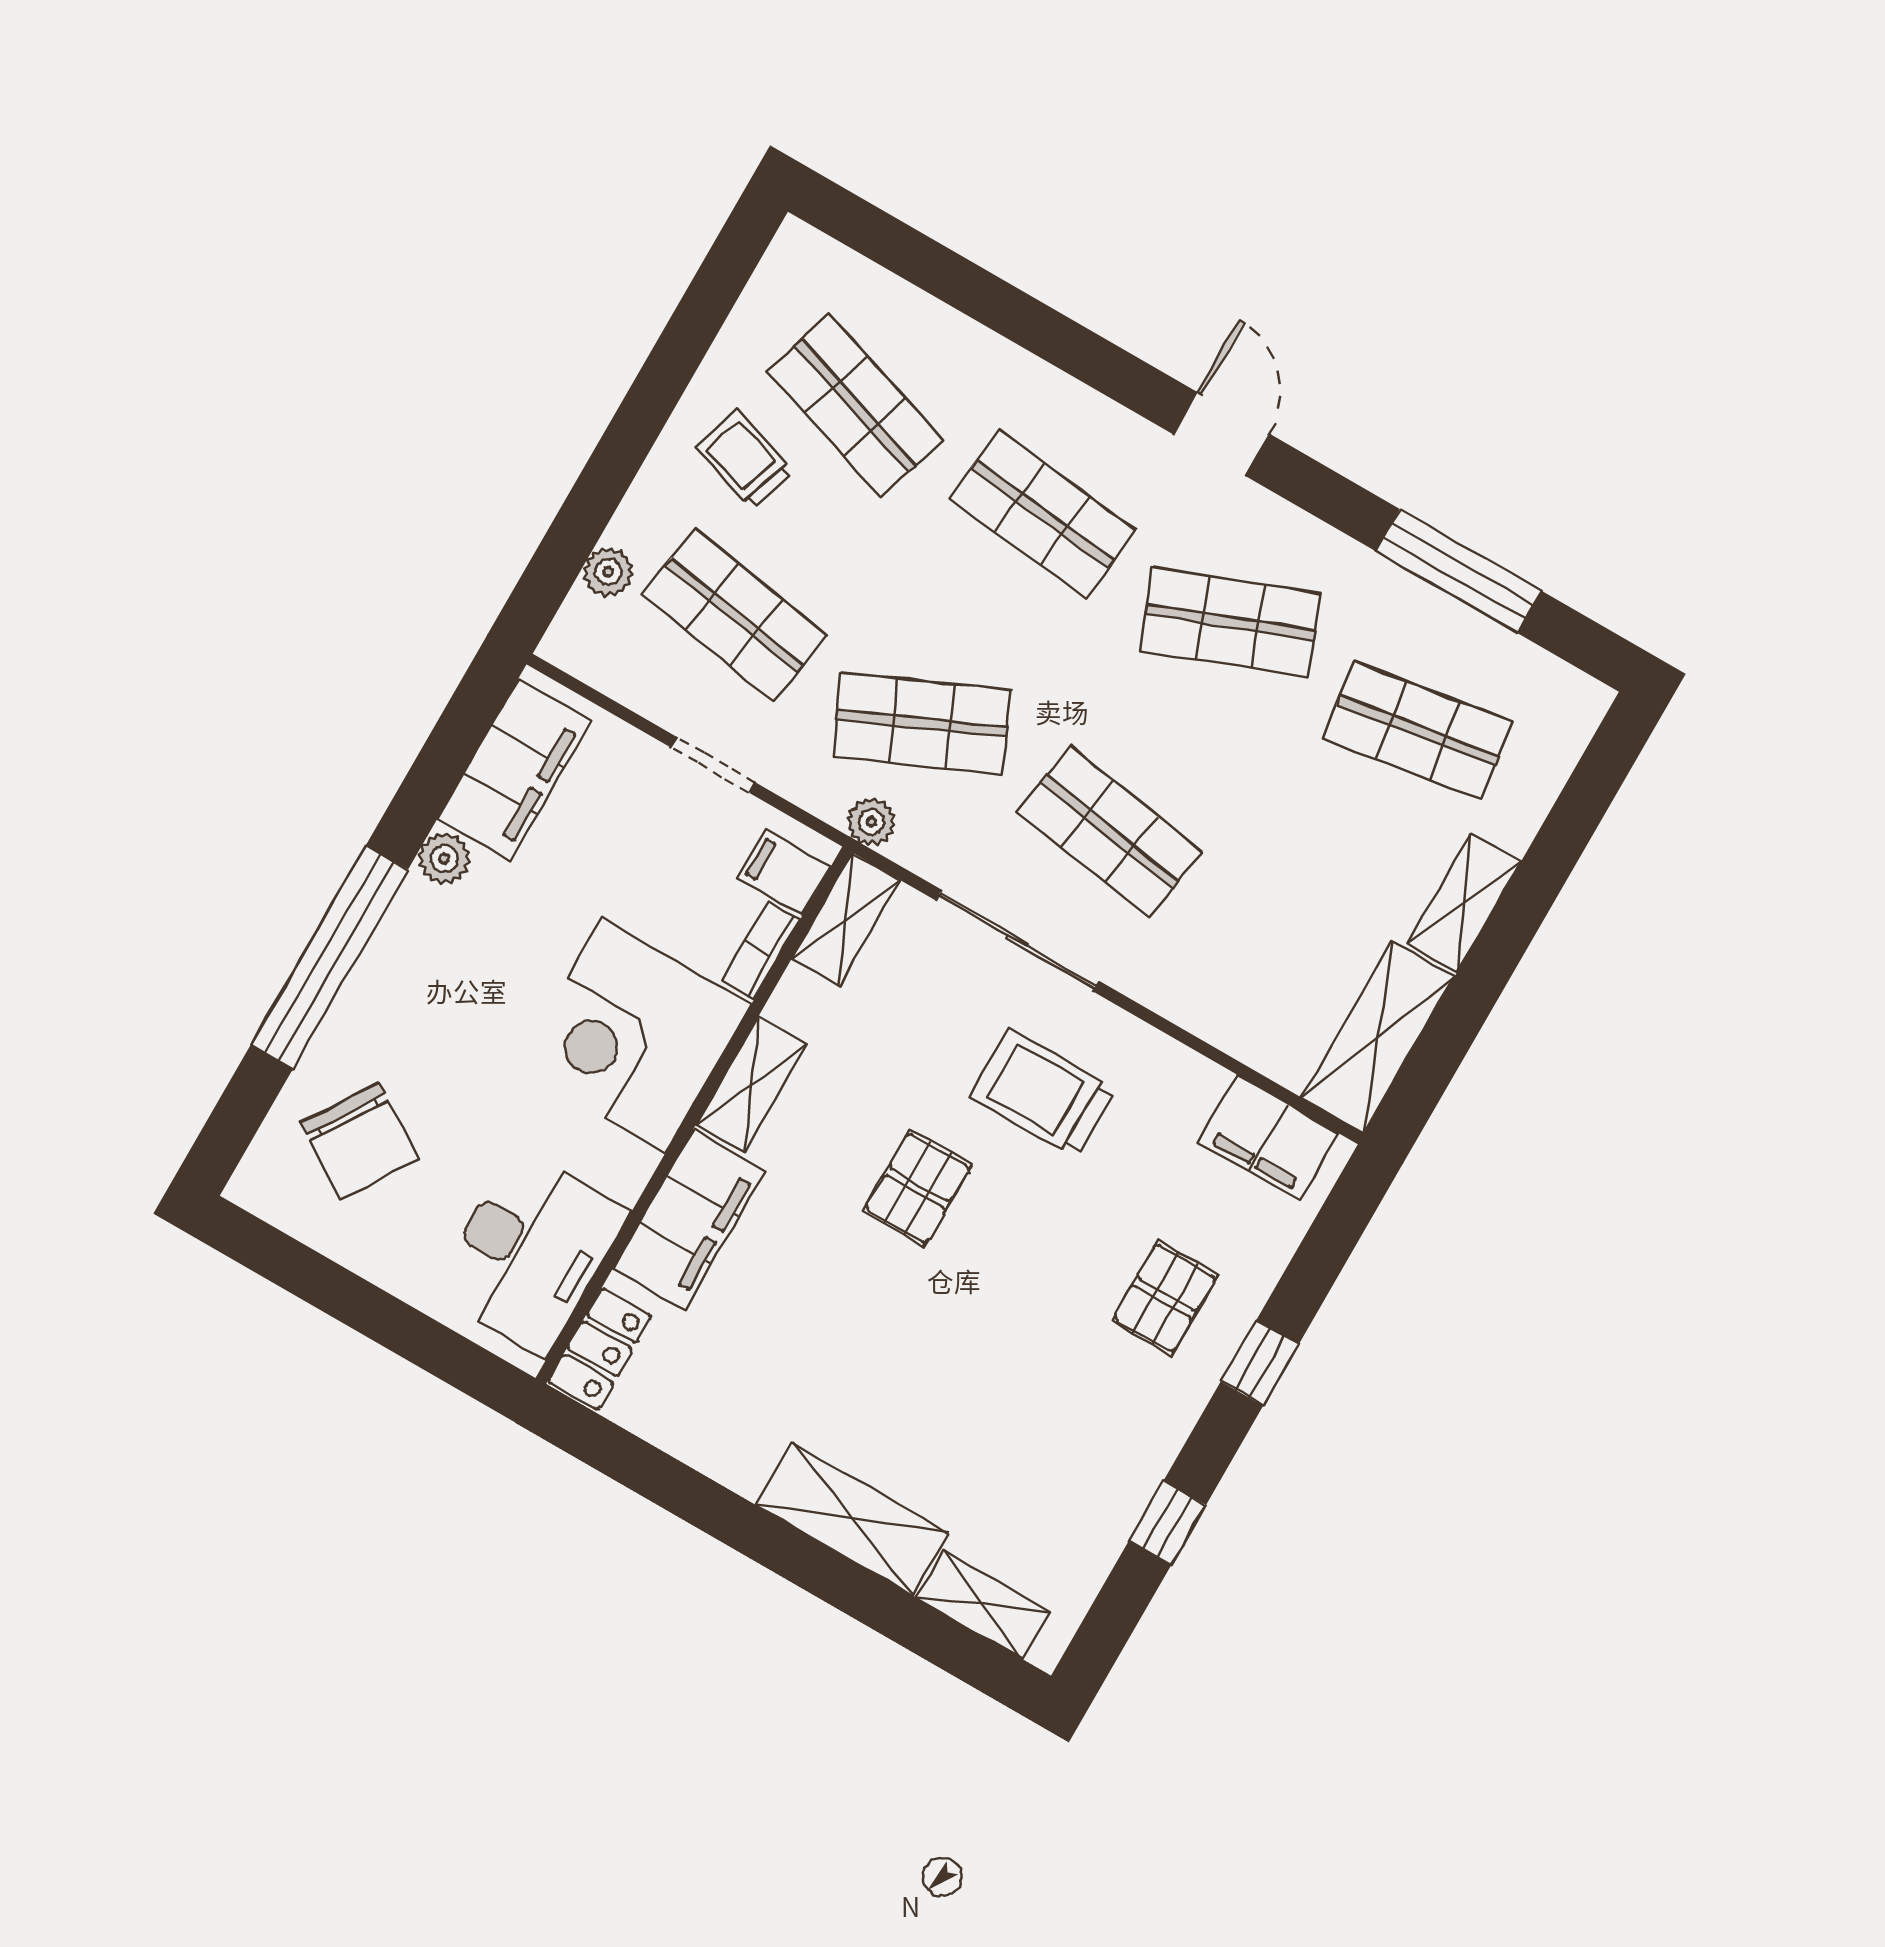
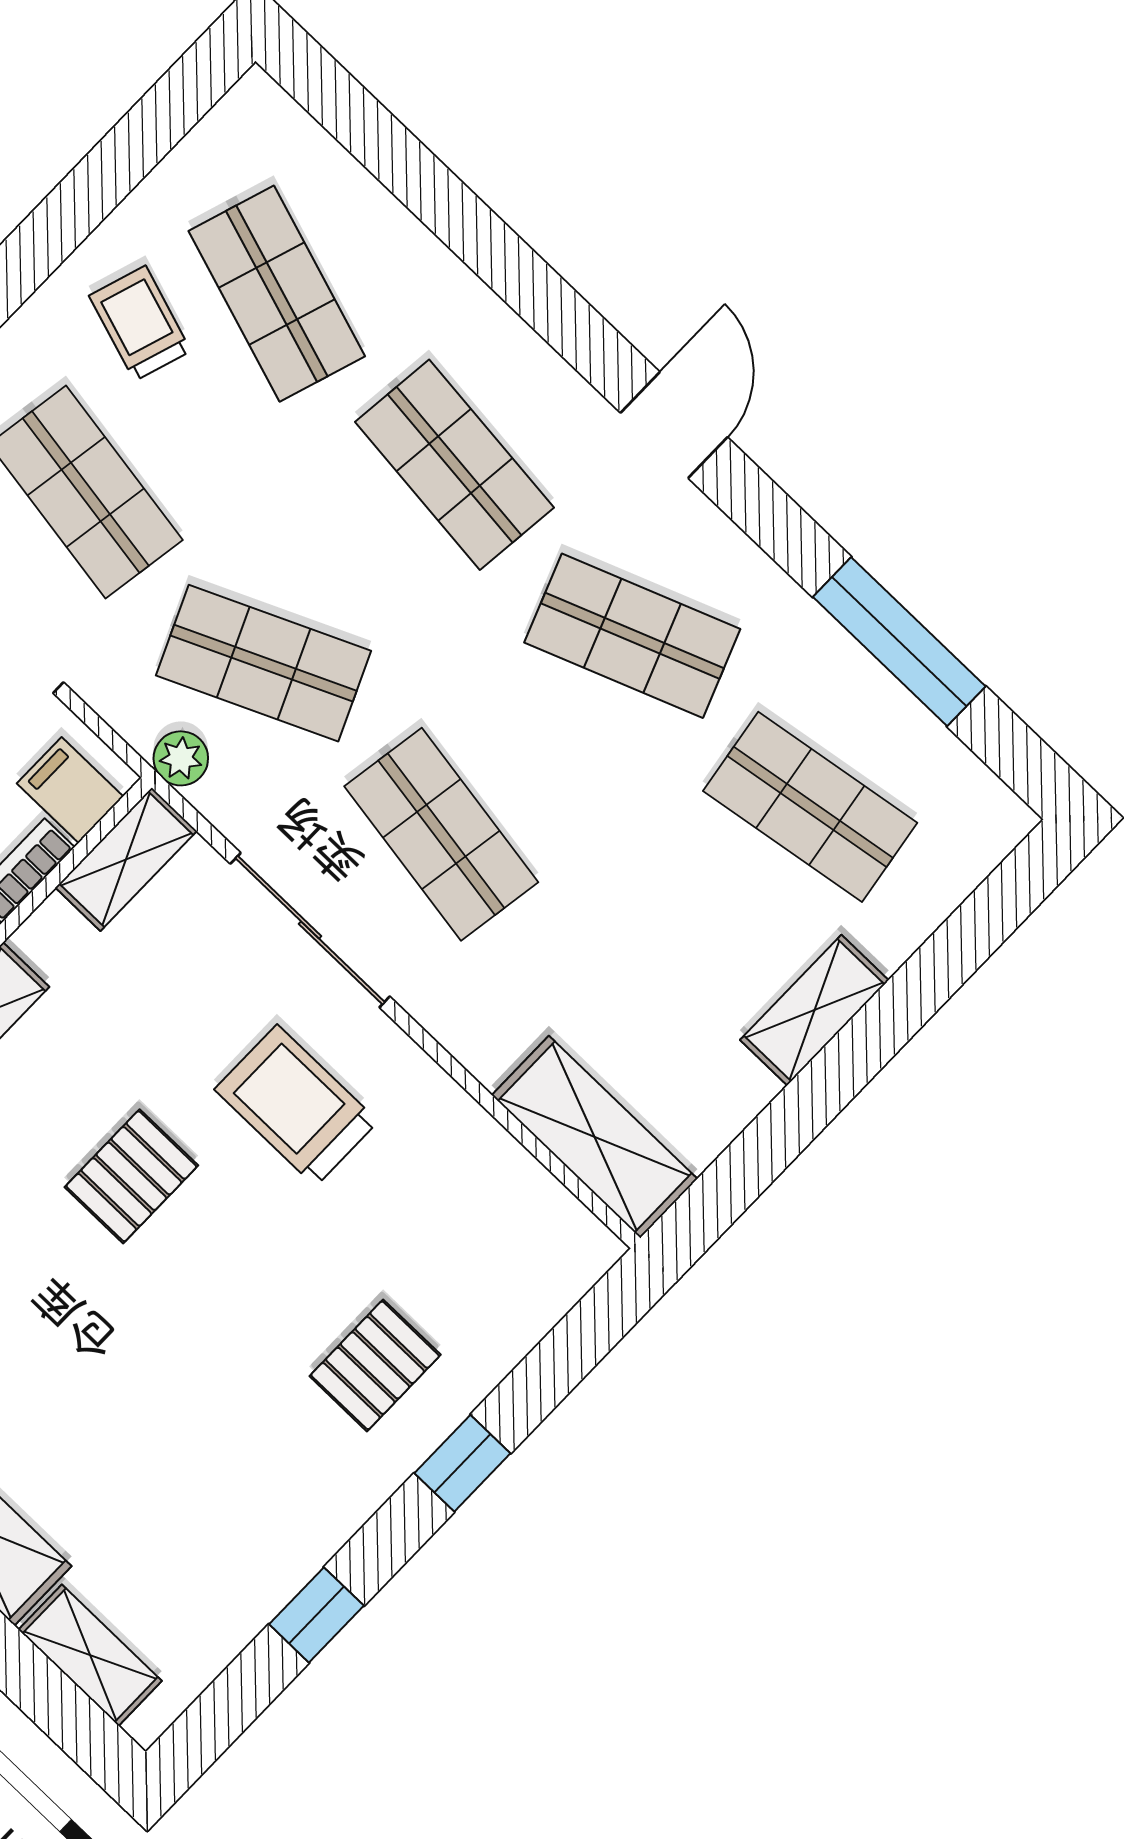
shelving: (1378, 1037) -> (595, 1137), moved, turned 90
filing cabinet: (1268, 1137) -> (534, 1216), removed

